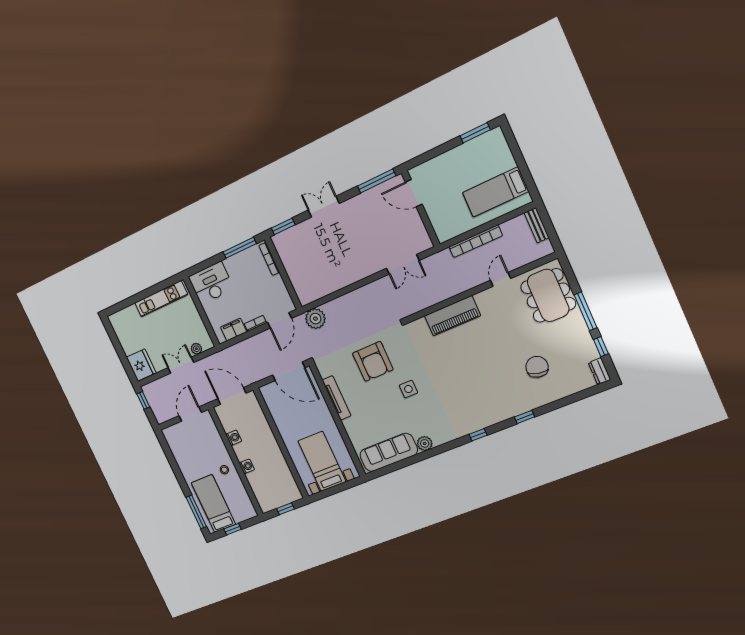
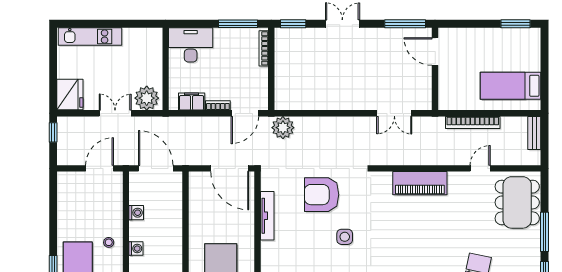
kitchen unit: (161, 299) -> (90, 37), moved
plant: (196, 349) -> (147, 98), width x1.87, depth x1.87
armchair: (373, 361) -> (322, 195), turned 90

